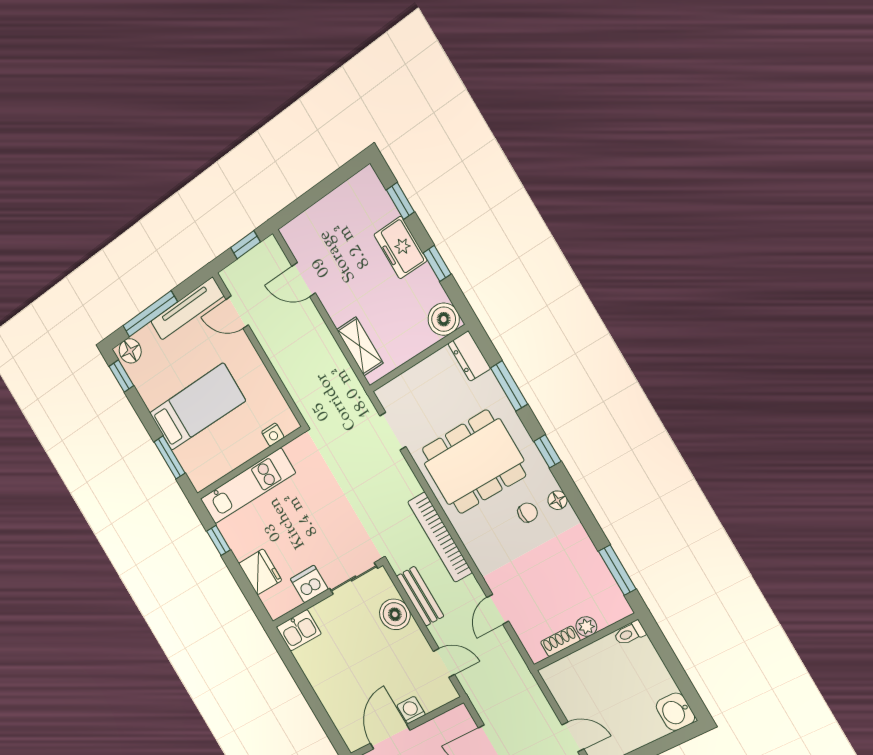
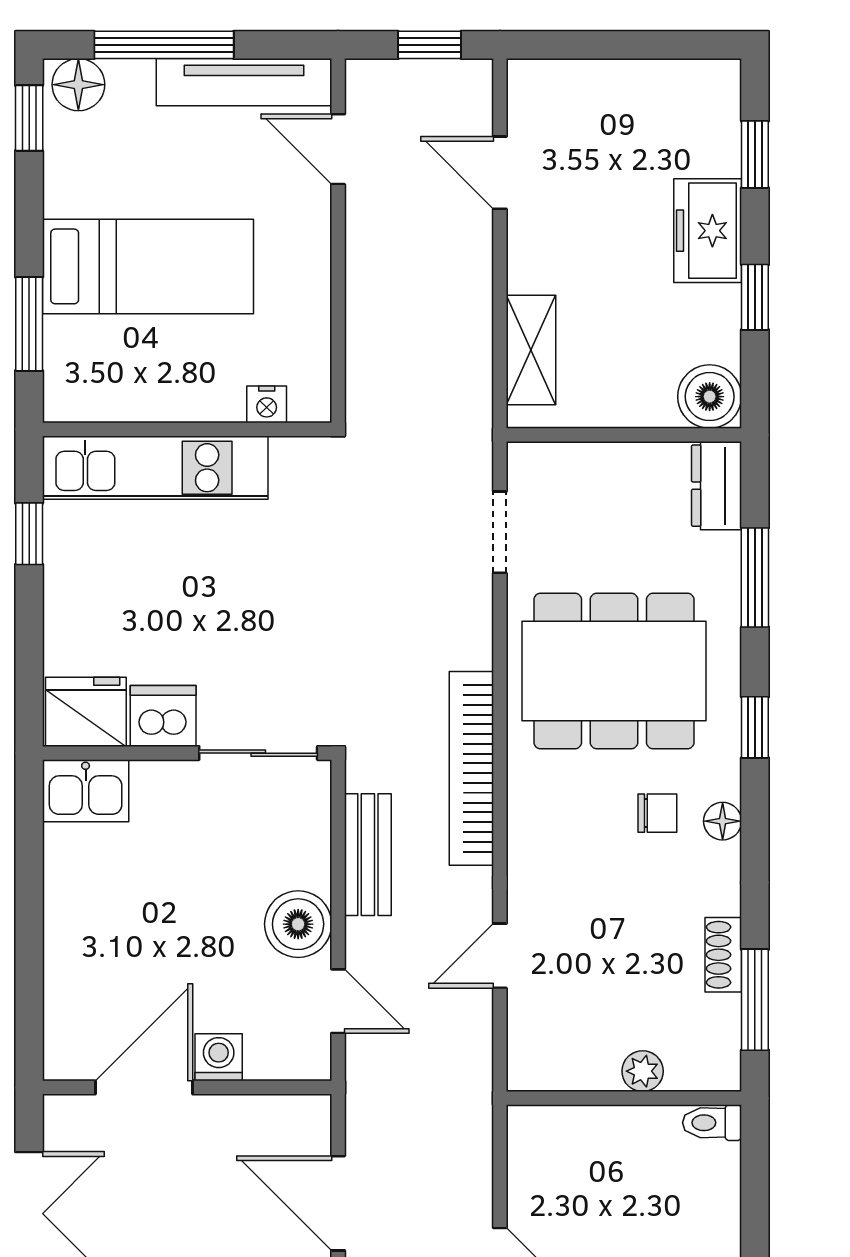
fridge: (260, 572) -> (86, 712), moved, turned -90
boiler: (395, 614) -> (298, 924), moved
shoe rack: (560, 641) -> (723, 955), moved, turned -90

